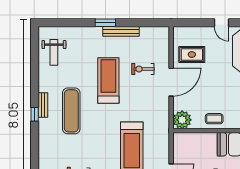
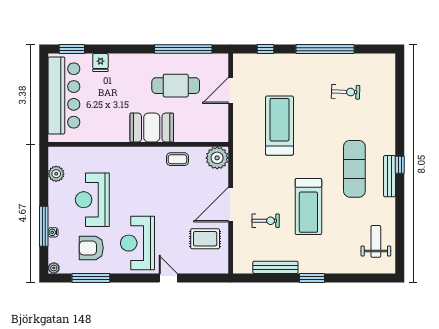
bench: (121, 31) -> (275, 267), moved
bench: (43, 105) -> (390, 176), width x1.36

